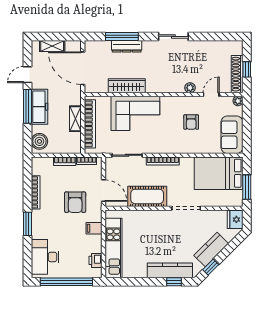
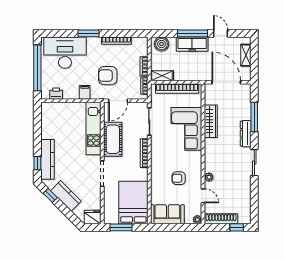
dresser: (127, 46) -> (246, 134), moved
door: (83, 68) -> (226, 82), hinge flipped
window: (247, 69) -> (237, 227), moved
shelving: (75, 119) -> (162, 76), moved
kitchen unit: (113, 248) -> (94, 128), moved, turned 90
desk: (45, 257) -> (65, 53), width x1.36, depth x1.30

